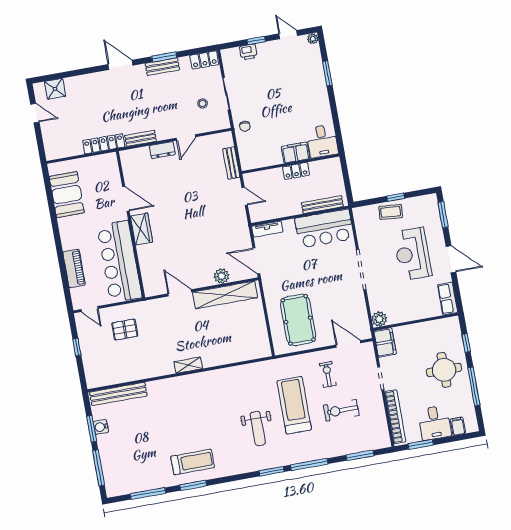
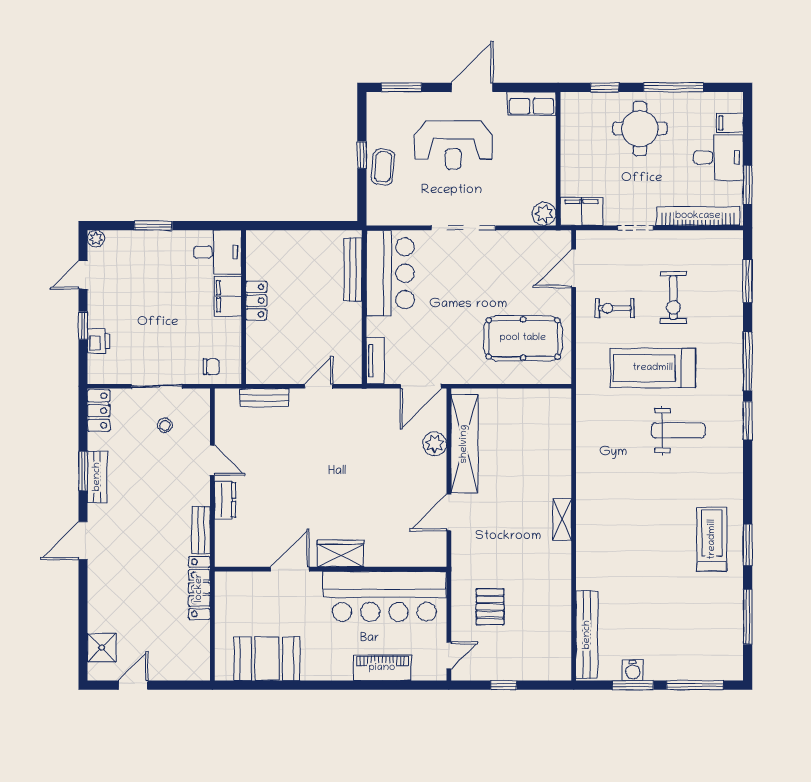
desk: (322, 141) -> (218, 252), moved
filing cabinet: (296, 153) -> (228, 296), moved
wall: (291, 164) -> (244, 307), moved
locker: (296, 171) -> (256, 301), moved

